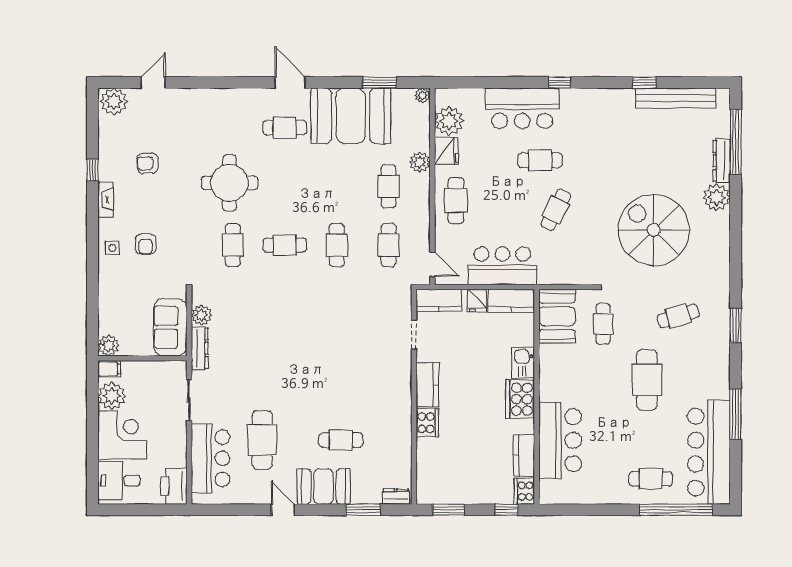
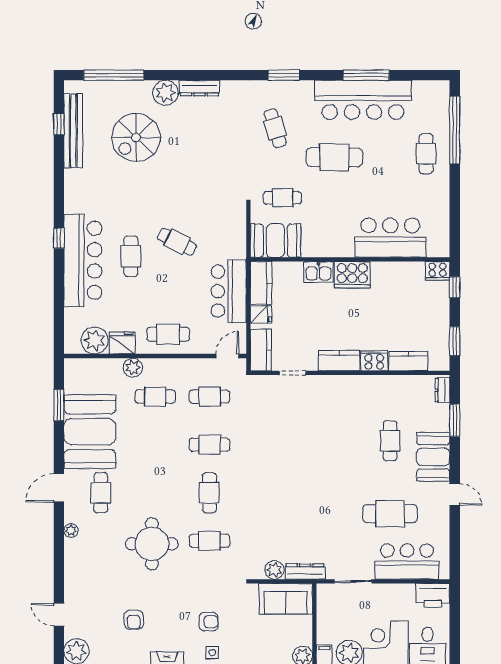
window: (644, 82) -> (59, 124), moved
plant: (423, 95) -> (71, 530), moved
bar counter: (522, 108) -> (83, 260), width x1.36
dresser: (722, 161) -> (199, 88), moved
spiral stairs: (654, 230) -> (136, 138), moved, width x0.73, depth x0.73
bar counter: (709, 452) -> (363, 100), moved
kitchen counter: (524, 456) -> (408, 361), moved, turned 180
door: (283, 510) -> (455, 494), swing flipped

